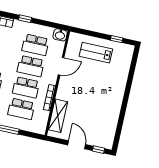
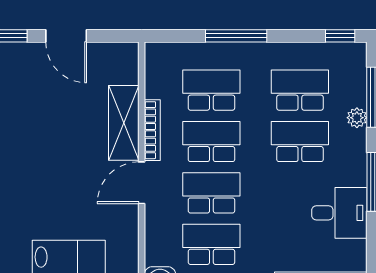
door: (61, 66) -> (142, 183), moved
shelving: (58, 116) -> (124, 123), moved

